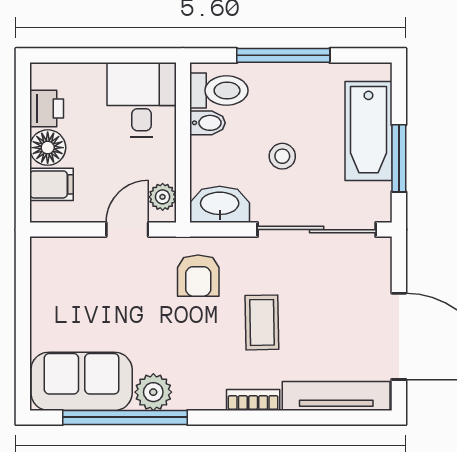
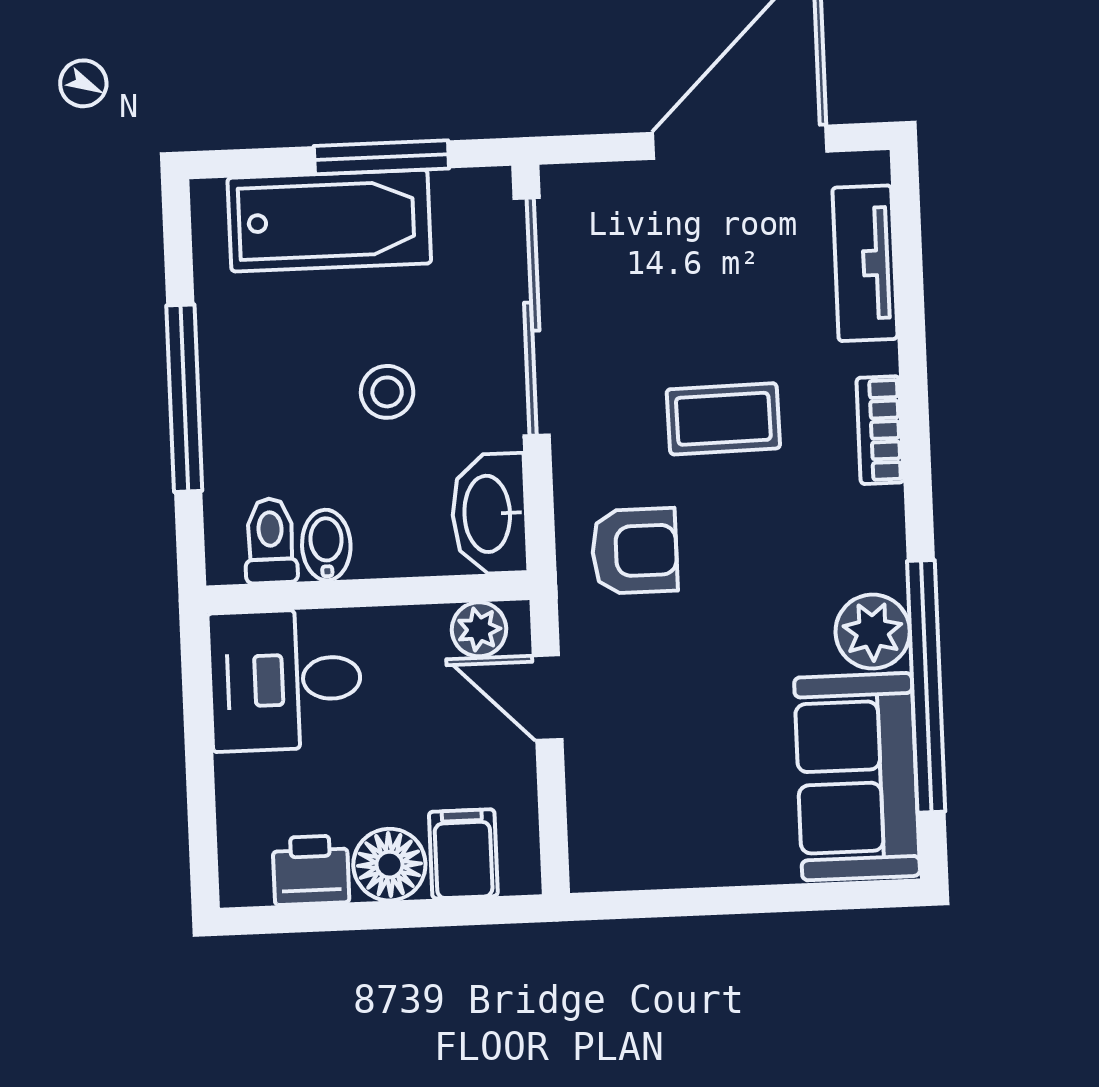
toilet: (219, 90) -> (271, 541), width x0.73, depth x0.72
tv unit: (336, 396) -> (865, 263), width x0.71

